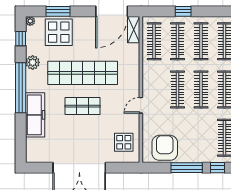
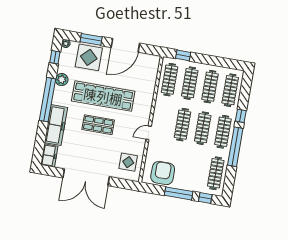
door: (112, 11) -> (125, 45), moved
window: (183, 11) -> (183, 55), moved
shelving: (134, 30) -> (154, 66), removed
freezer: (34, 150) -> (49, 155), added

